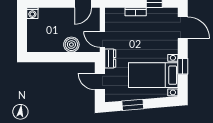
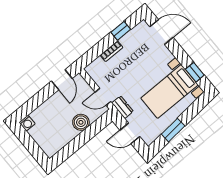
window: (183, 66) -> (195, 72), moved

